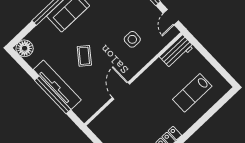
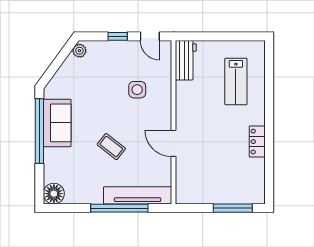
tv unit: (57, 85) -> (138, 195), moved

